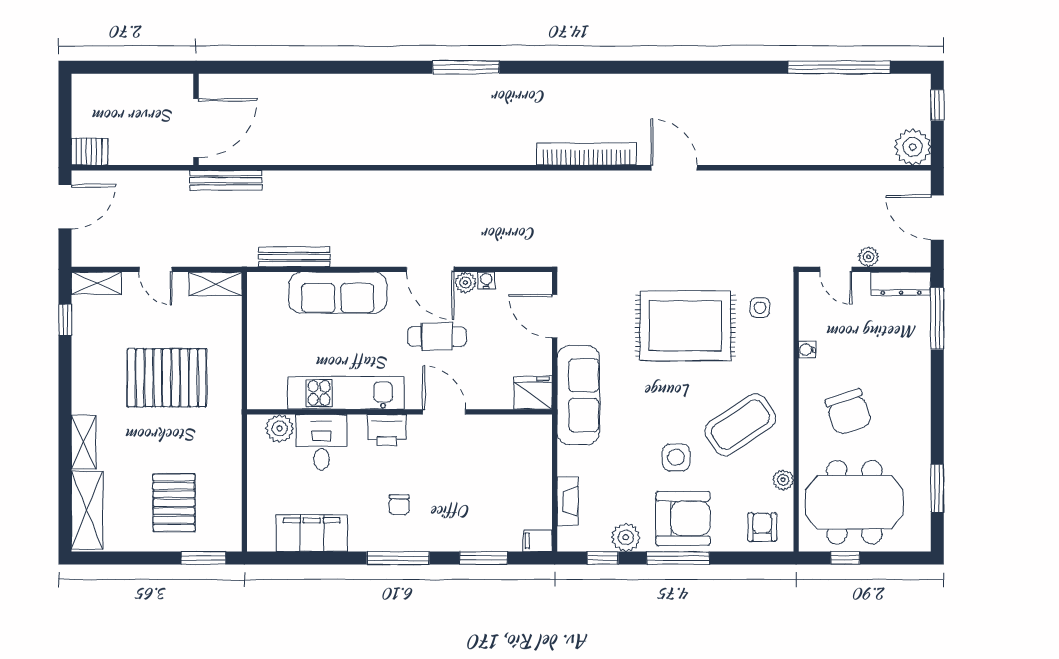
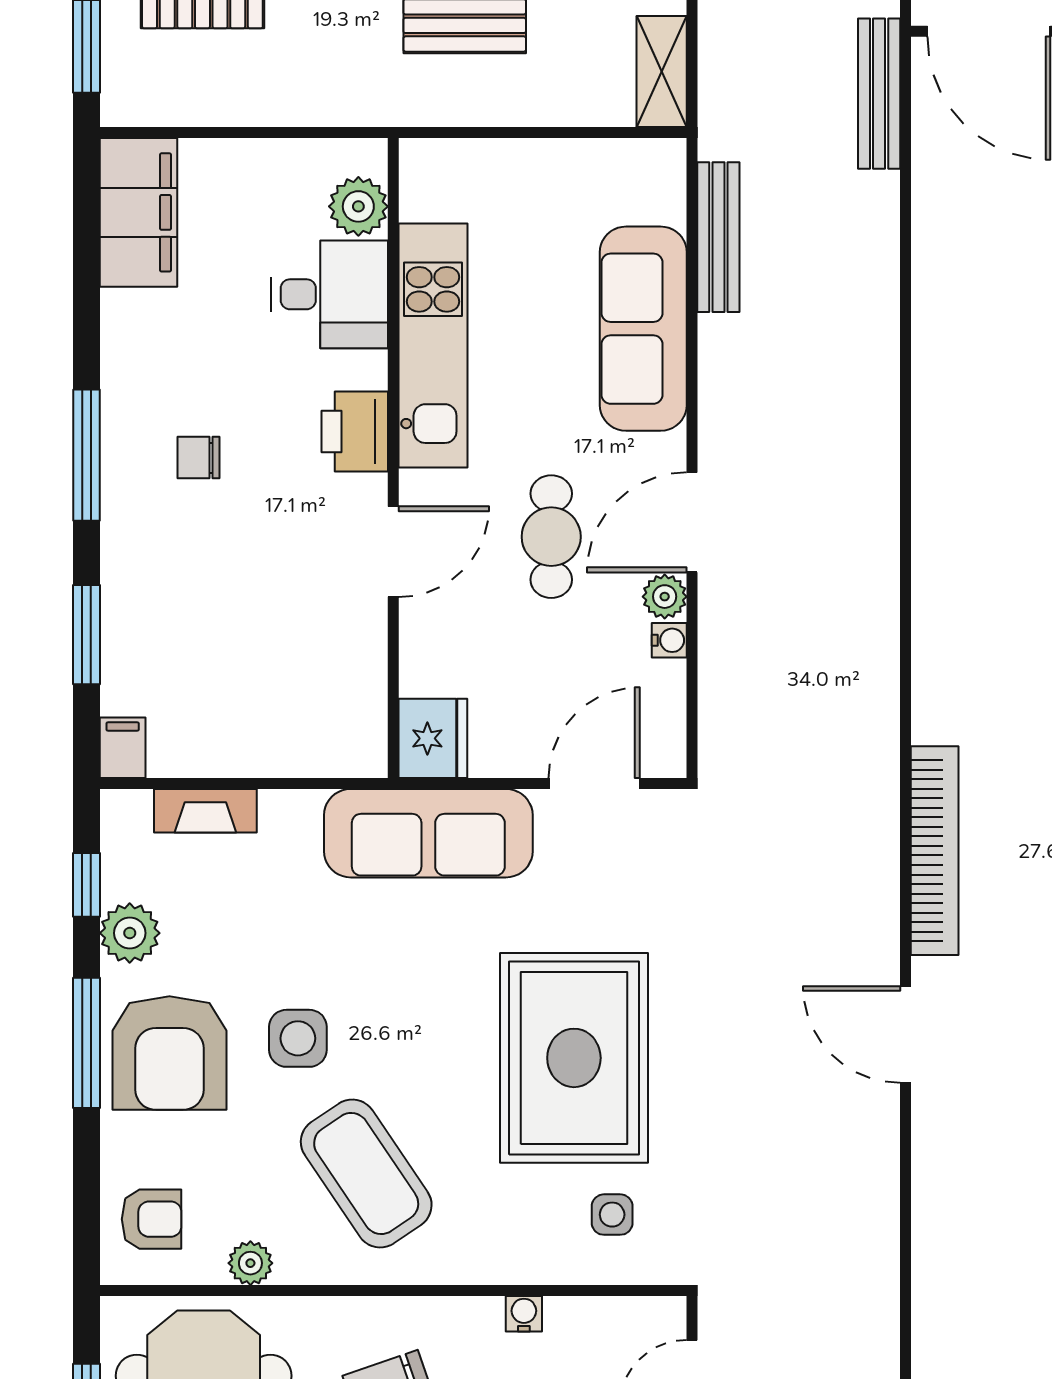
door: (674, 168) -> (905, 1034), swing flipped
filing cabinet: (312, 533) -> (138, 212), moved

